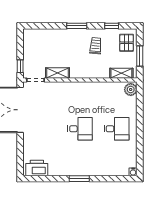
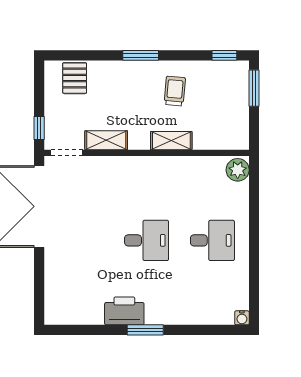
window: (112, 26) -> (224, 55), moved
pallet: (127, 43) -> (75, 78), moved
window: (140, 56) -> (254, 88), moved
shelving: (121, 73) -> (171, 141), moved
printer: (37, 168) -> (124, 311), moved

